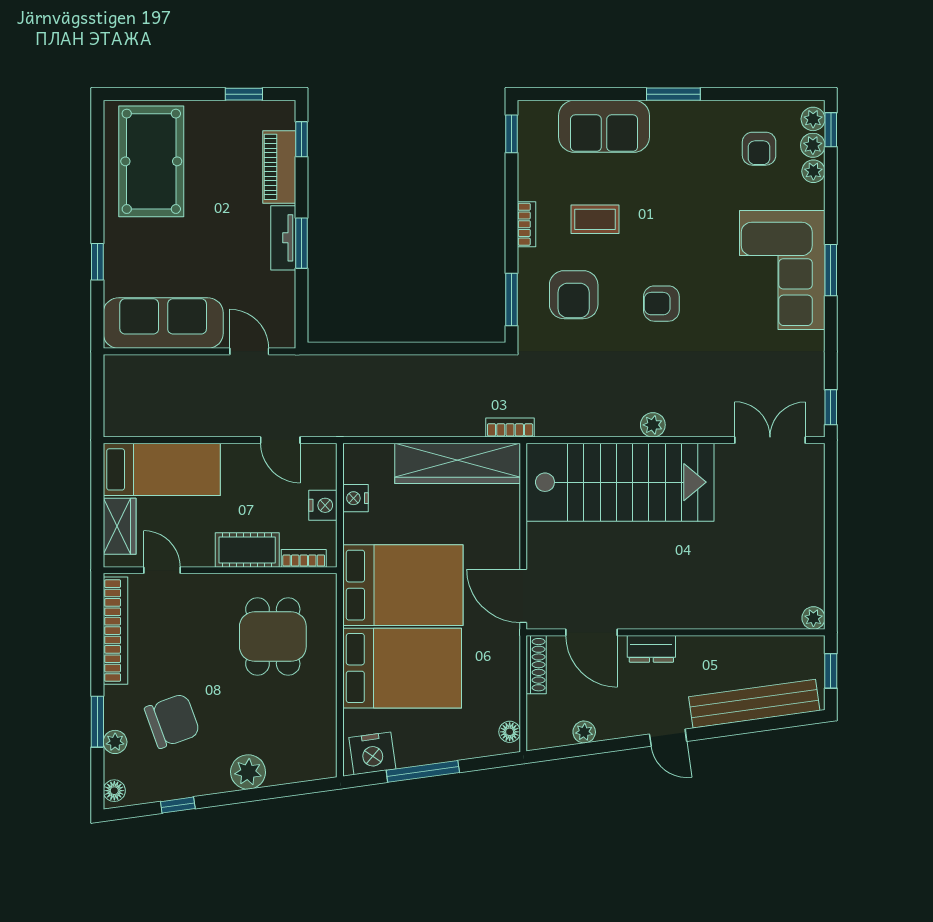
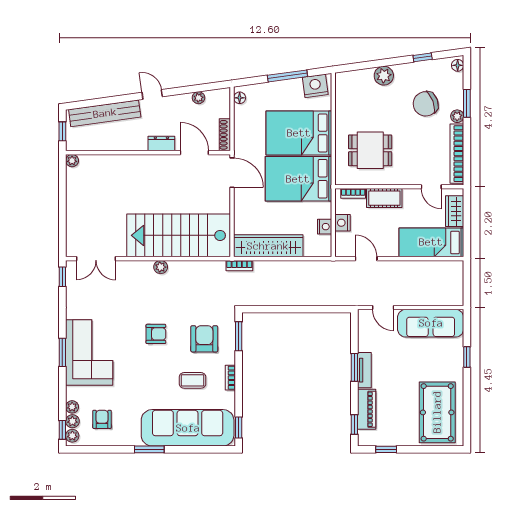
sofa: (604, 126) -> (188, 428), width x1.85, depth x1.27
dining table: (273, 637) -> (370, 150), turned 90
plant: (115, 742) -> (457, 116), moved

